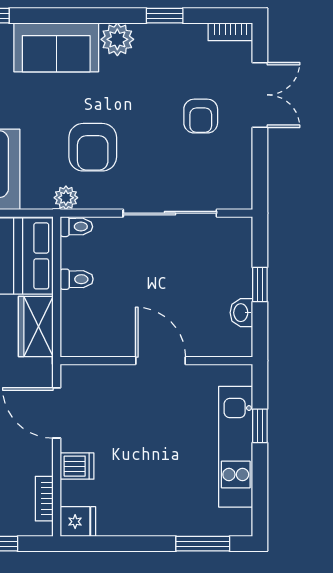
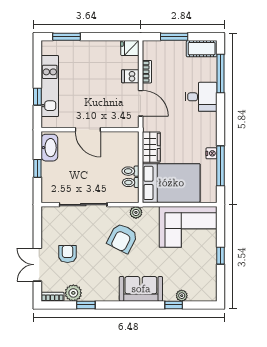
plant: (117, 39) -> (73, 293), moved
armchair: (93, 147) -> (122, 238), turned -153
toilet: (76, 227) -> (131, 182), moved
washbasin: (241, 313) -> (49, 148), width x1.91, depth x1.45
bookcase: (44, 499) -> (147, 72), moved

